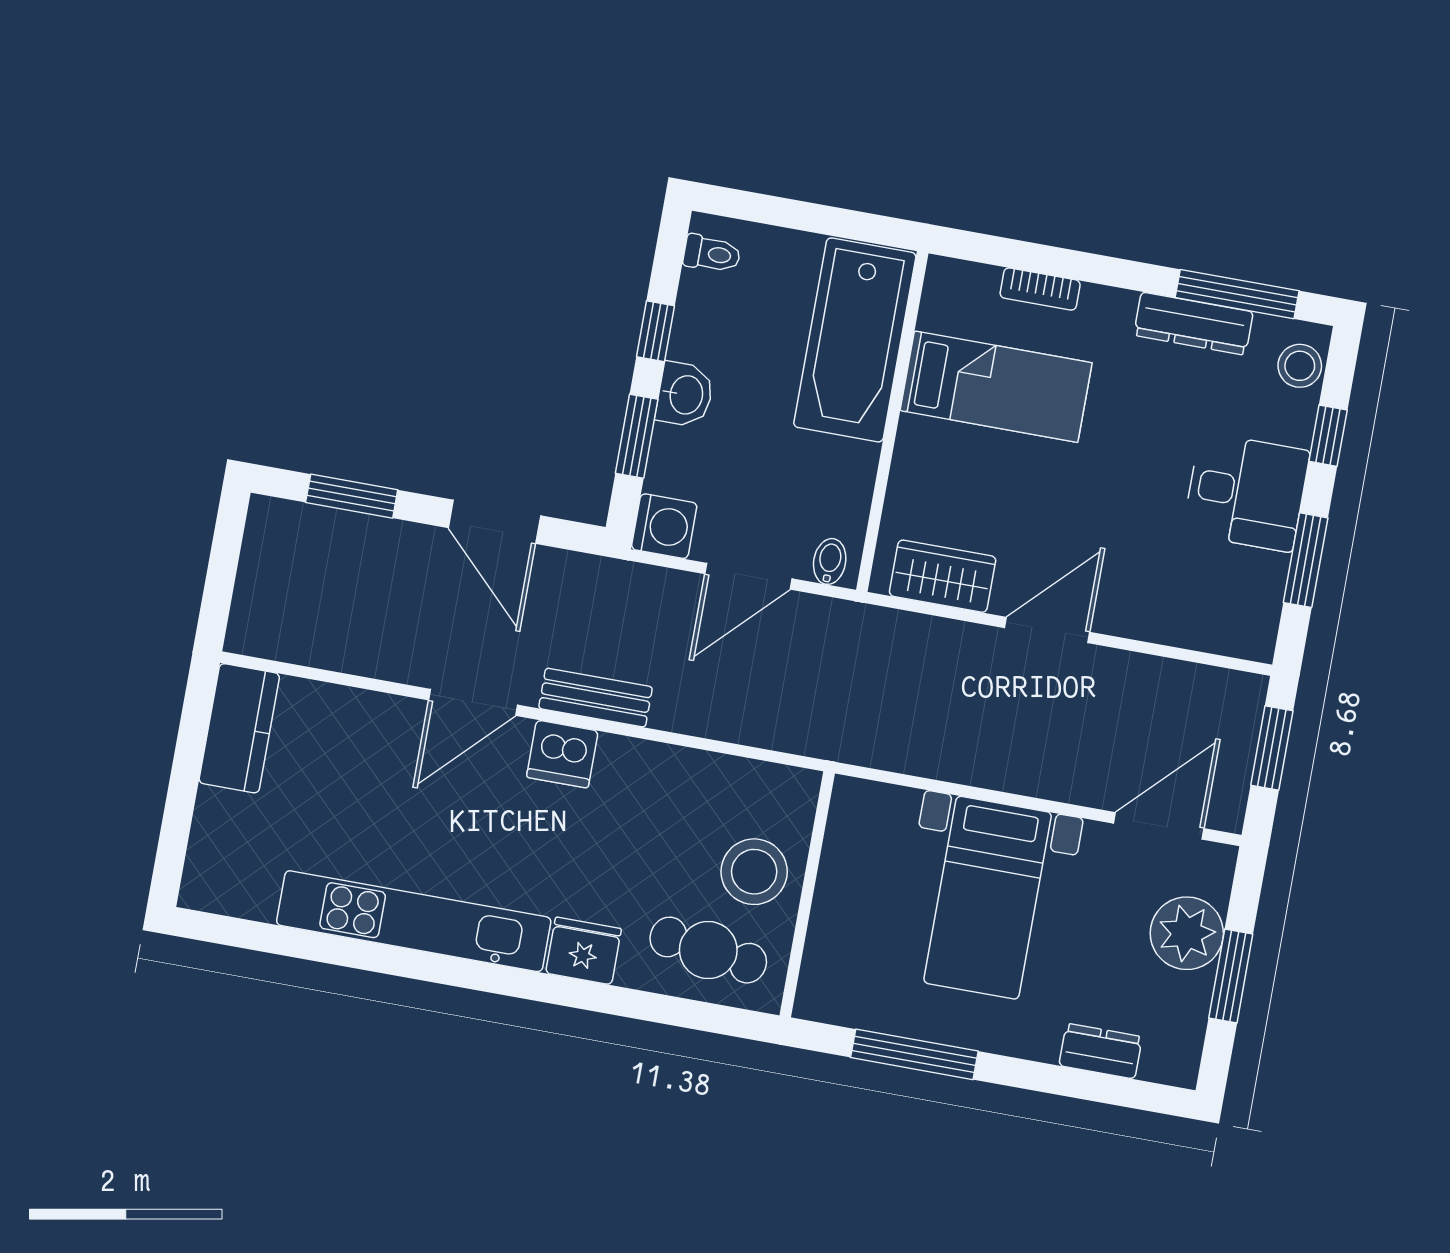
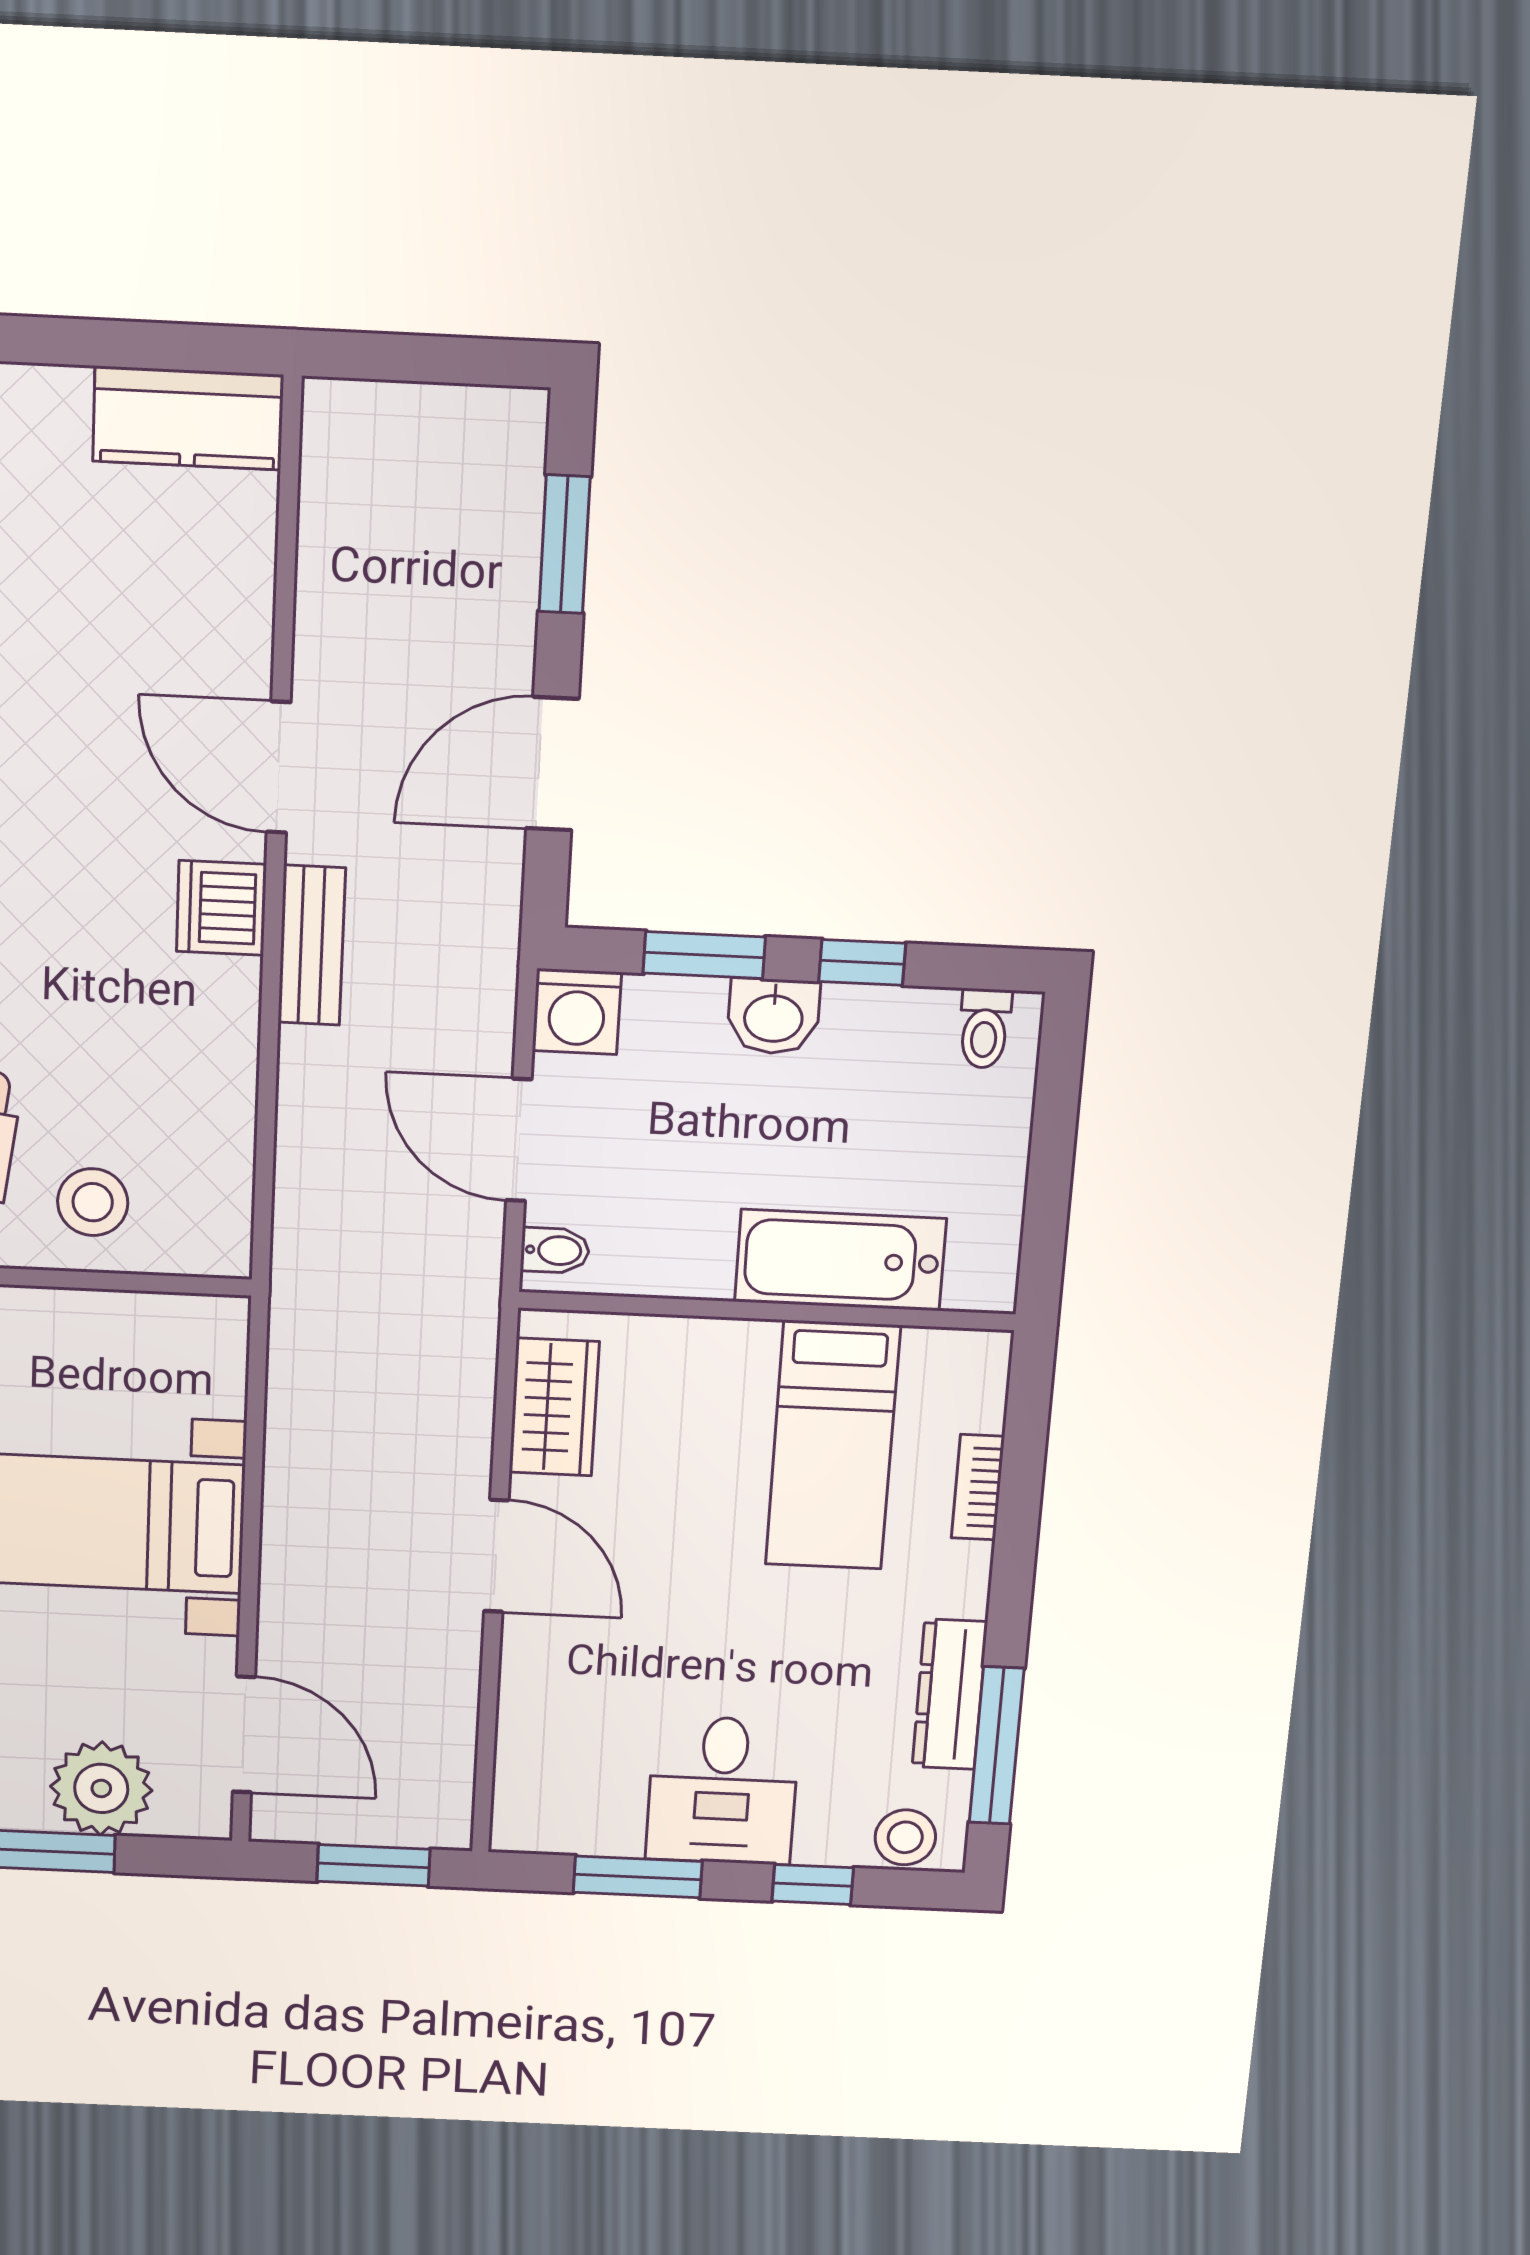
bathtub: (855, 340) -> (840, 1260), width x0.73, depth x0.73
stool: (754, 872) -> (93, 1202), width x0.73, depth x0.73

